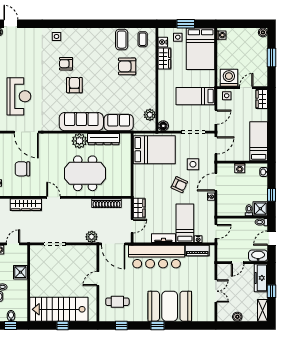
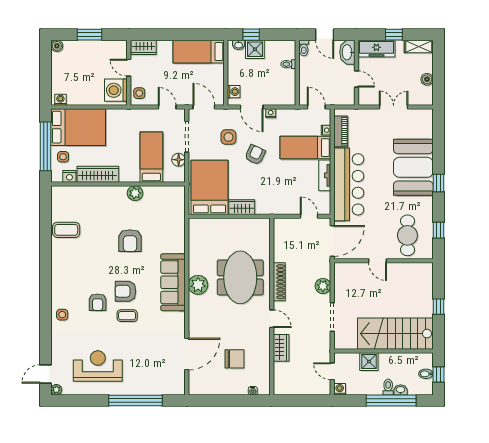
window: (186, 24) -> (46, 146), width x2.11
coffee table: (143, 39) -> (127, 316), moved
wardrobe: (164, 58) -> (98, 174), width x1.50
armchair: (127, 66) -> (130, 241), moved
reception desk: (19, 96) -> (98, 366), moved
bed: (195, 96) -> (151, 157), moved, turned 180
plant: (150, 115) -> (135, 193), moved
sofa: (119, 123) -> (174, 234), removed
floor lamp: (163, 126) -> (179, 160), moved
dresser: (104, 139) -> (196, 253), removed
washing machine: (240, 168) -> (234, 92), moved
chair: (22, 169) -> (235, 359), turned -90
window: (272, 195) -> (251, 35), moved
door: (53, 197) -> (272, 319), swing flipped
shoe rack: (106, 203) -> (279, 282), moved
wardrobe: (26, 205) -> (281, 348), width x0.67
wardrobe: (139, 208) -> (242, 207), moved
shower: (260, 209) -> (255, 49), moved
plant: (92, 237) -> (323, 286), moved
cafe table: (117, 302) -> (407, 235), width x1.37, depth x1.35
stairs: (59, 309) -> (395, 334), moved, turned 90

